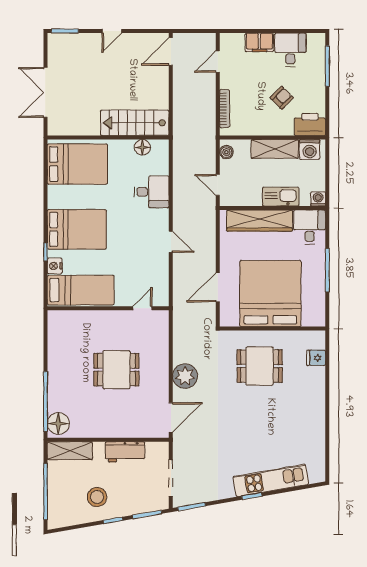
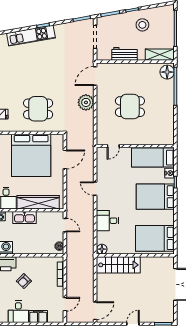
floor lamp: (142, 147) -> (102, 249), moved
shelving: (275, 149) -> (28, 248), removed

